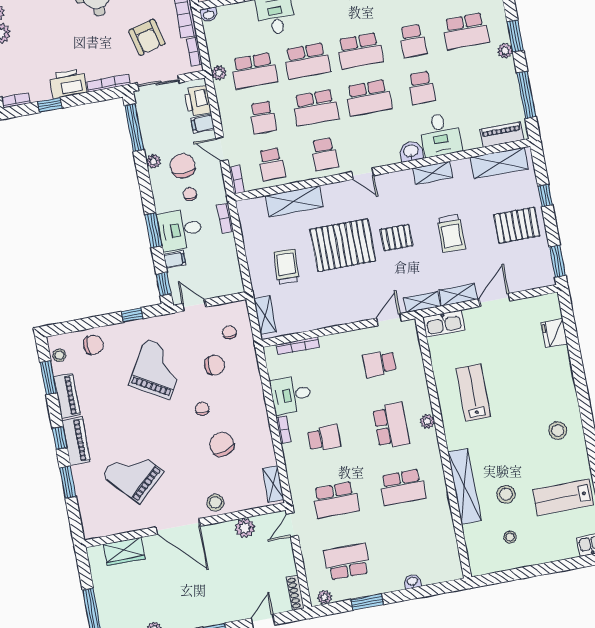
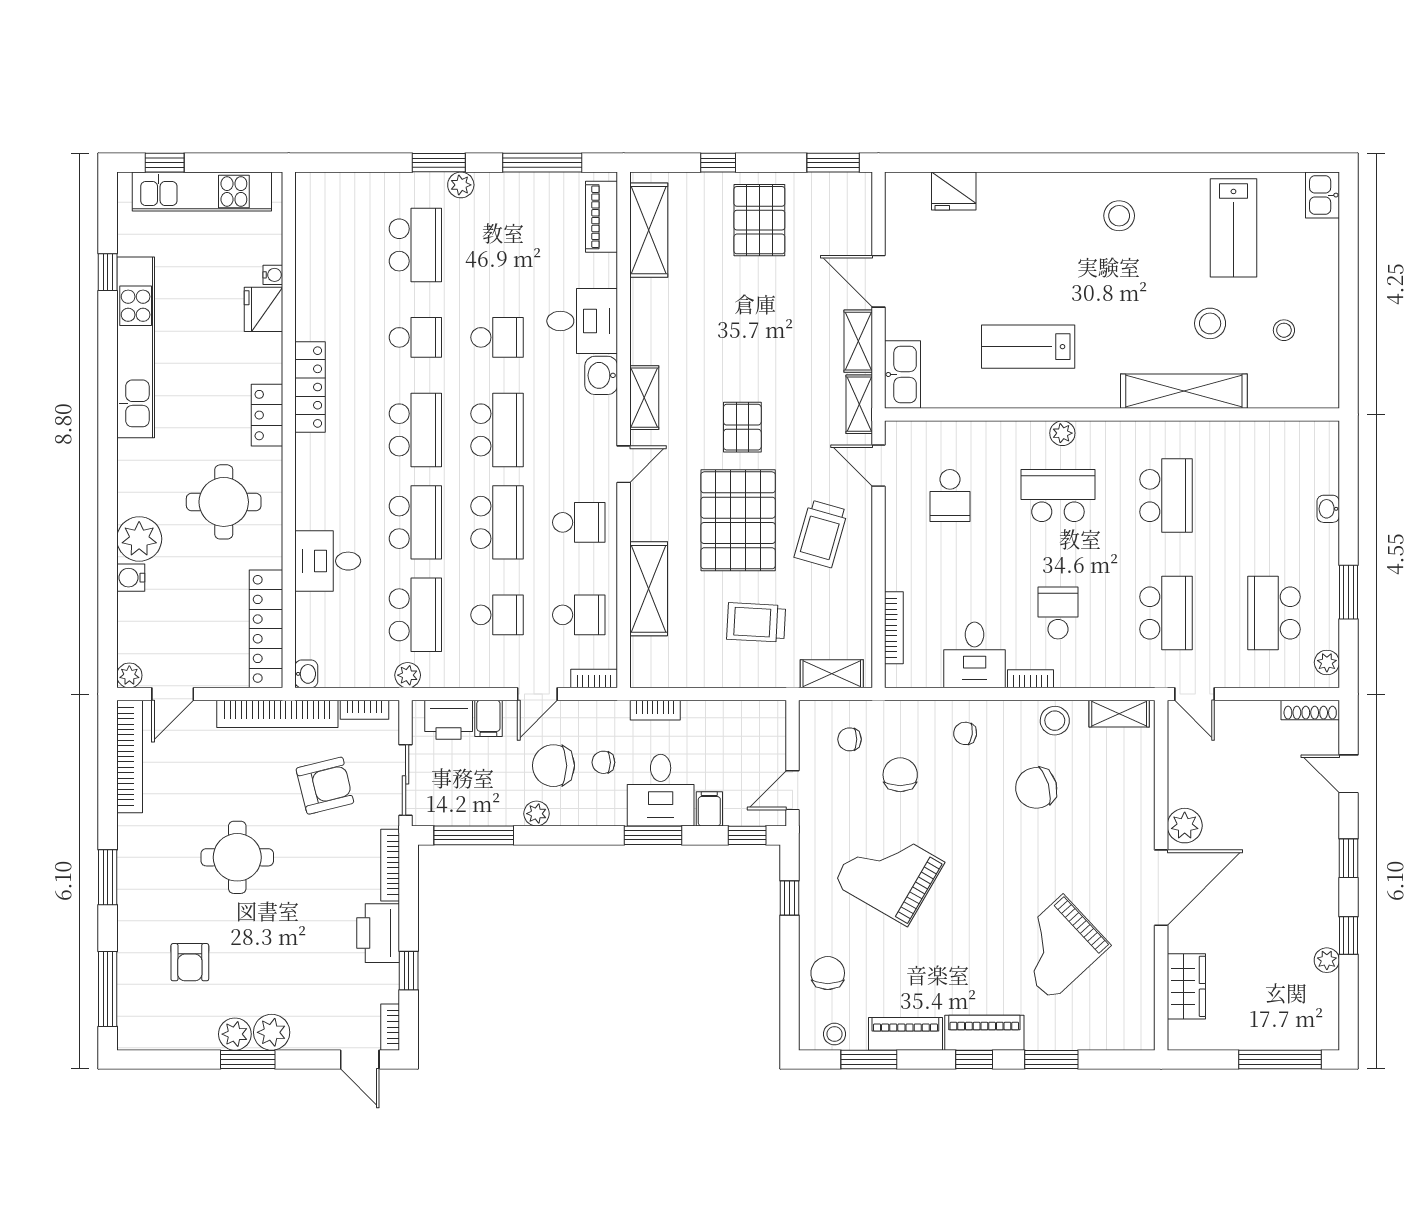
shelving: (433, 173) -> (644, 398), moved
trolley: (451, 234) -> (821, 534), moved, turned 106
chair: (202, 409) -> (965, 733), moved
stool: (215, 503) -> (1055, 721), moved
plant: (245, 528) -> (1185, 826), moved

